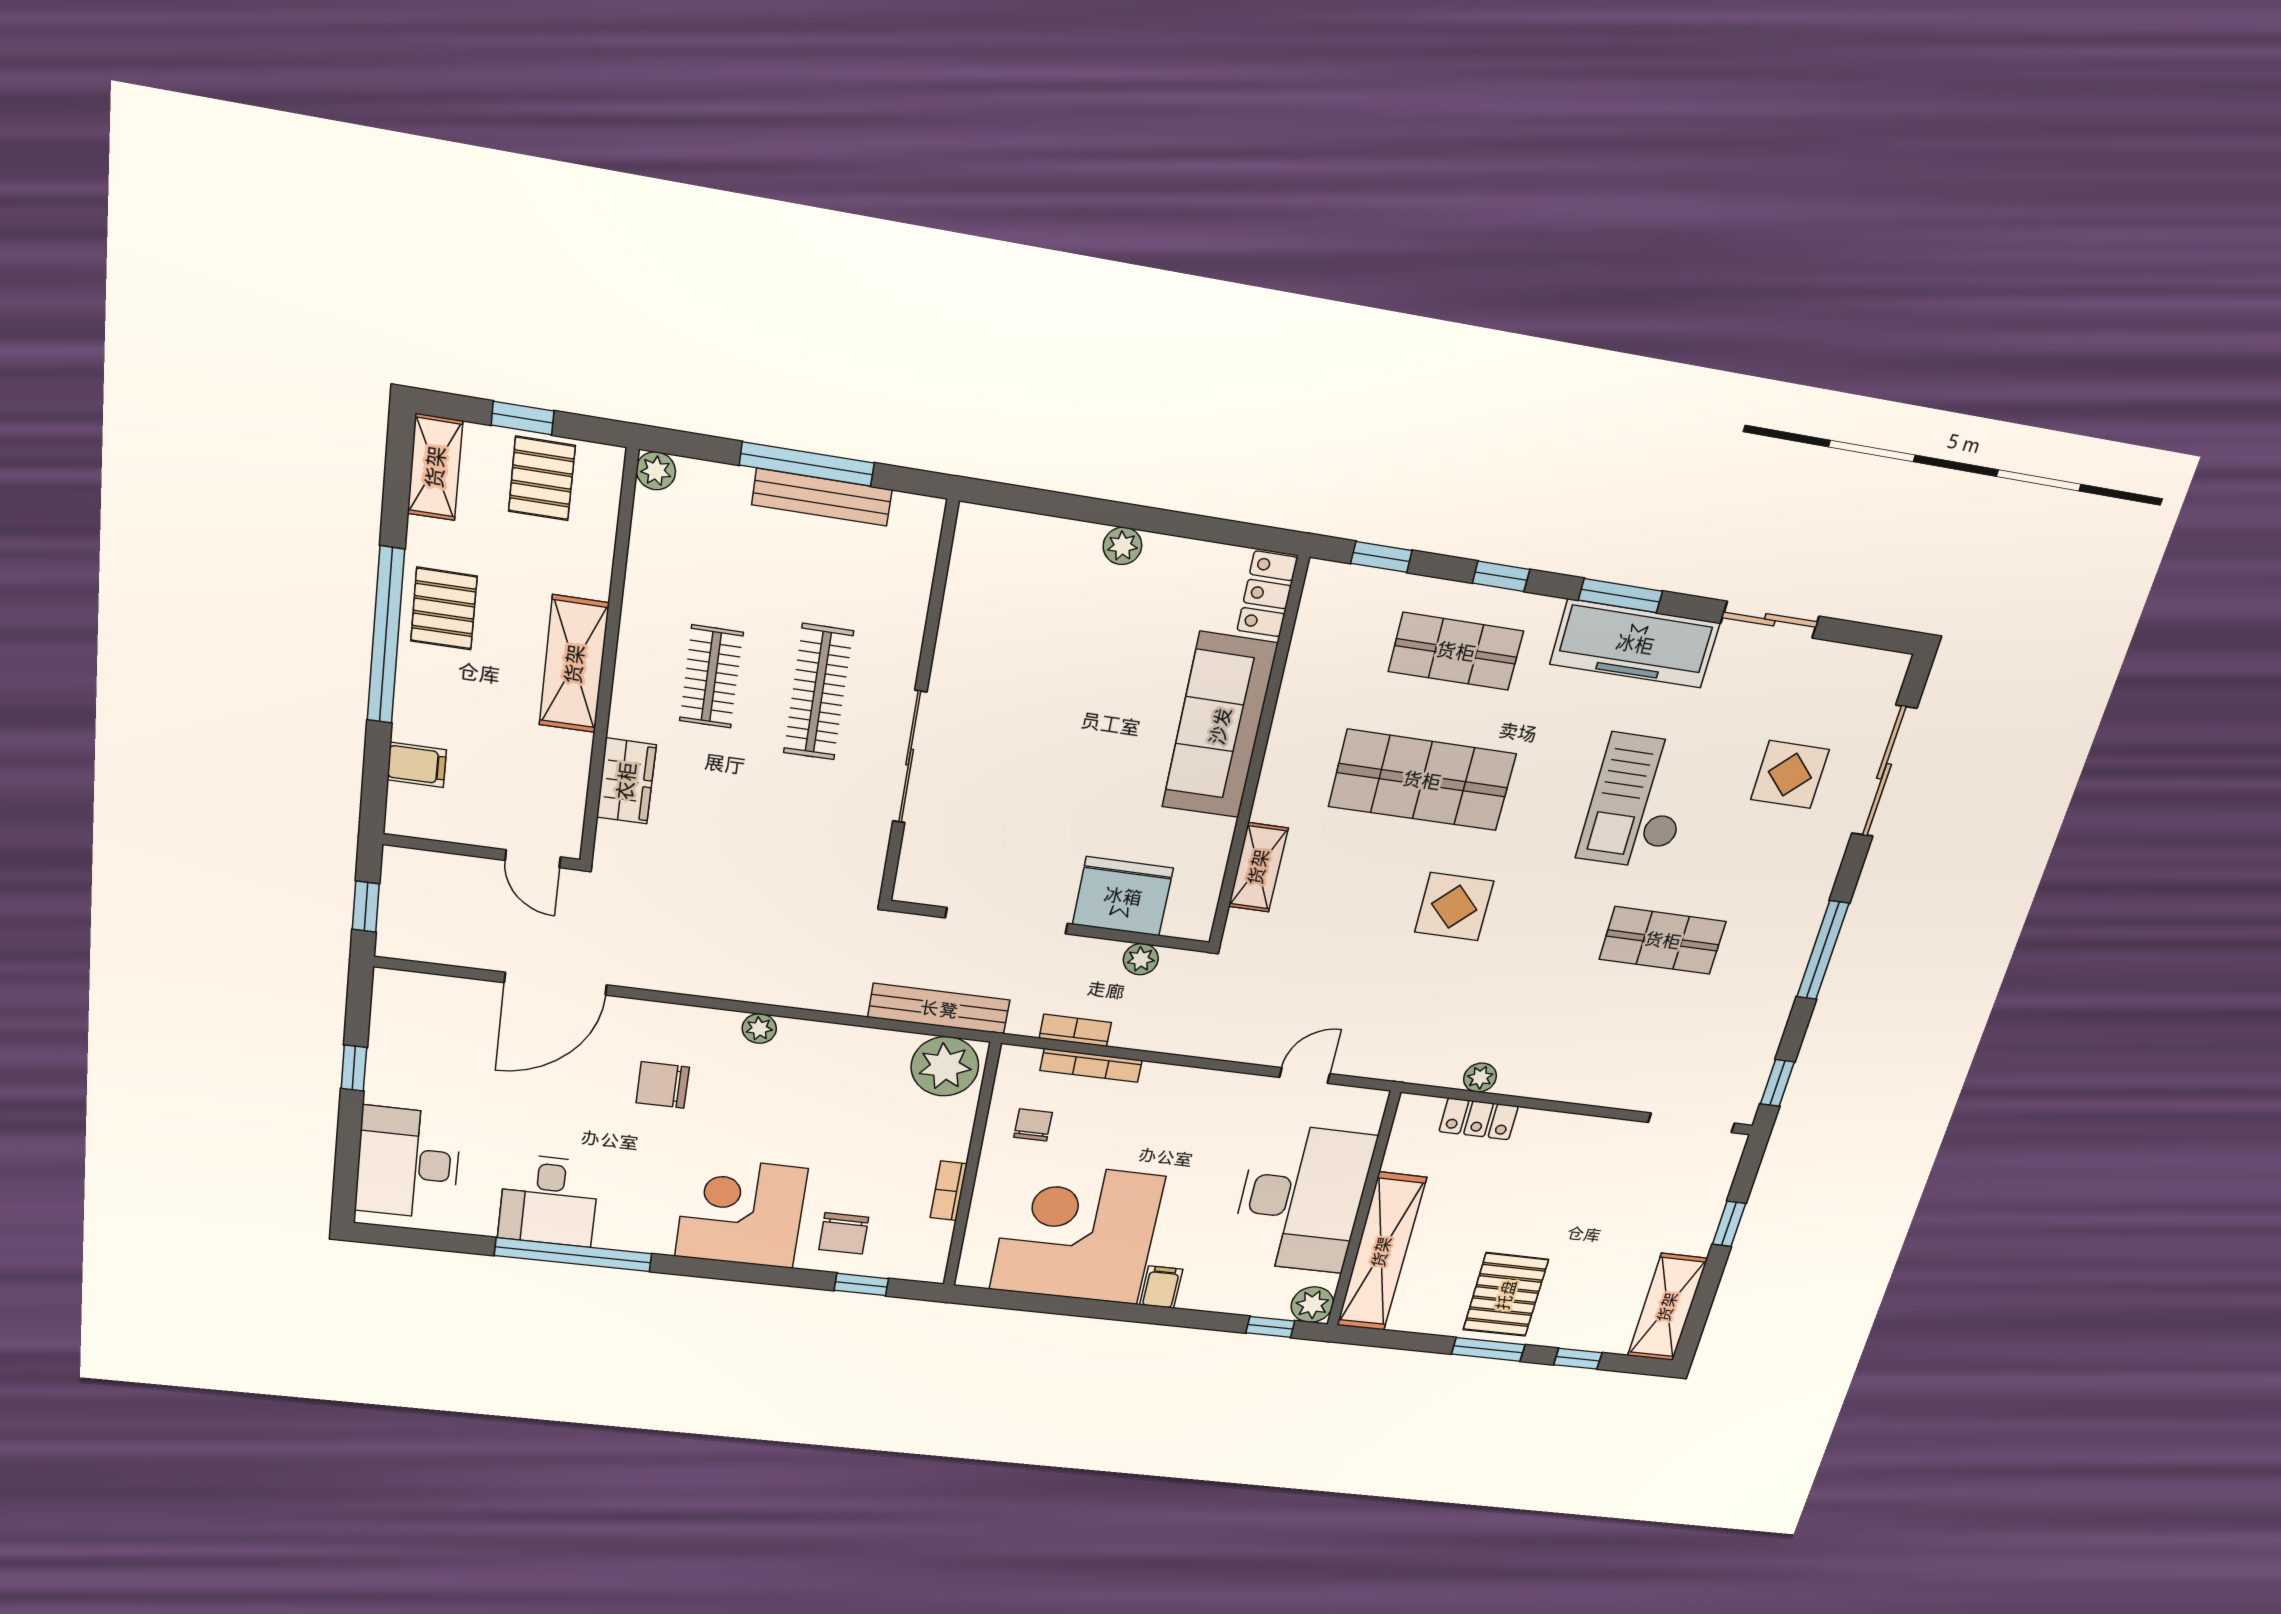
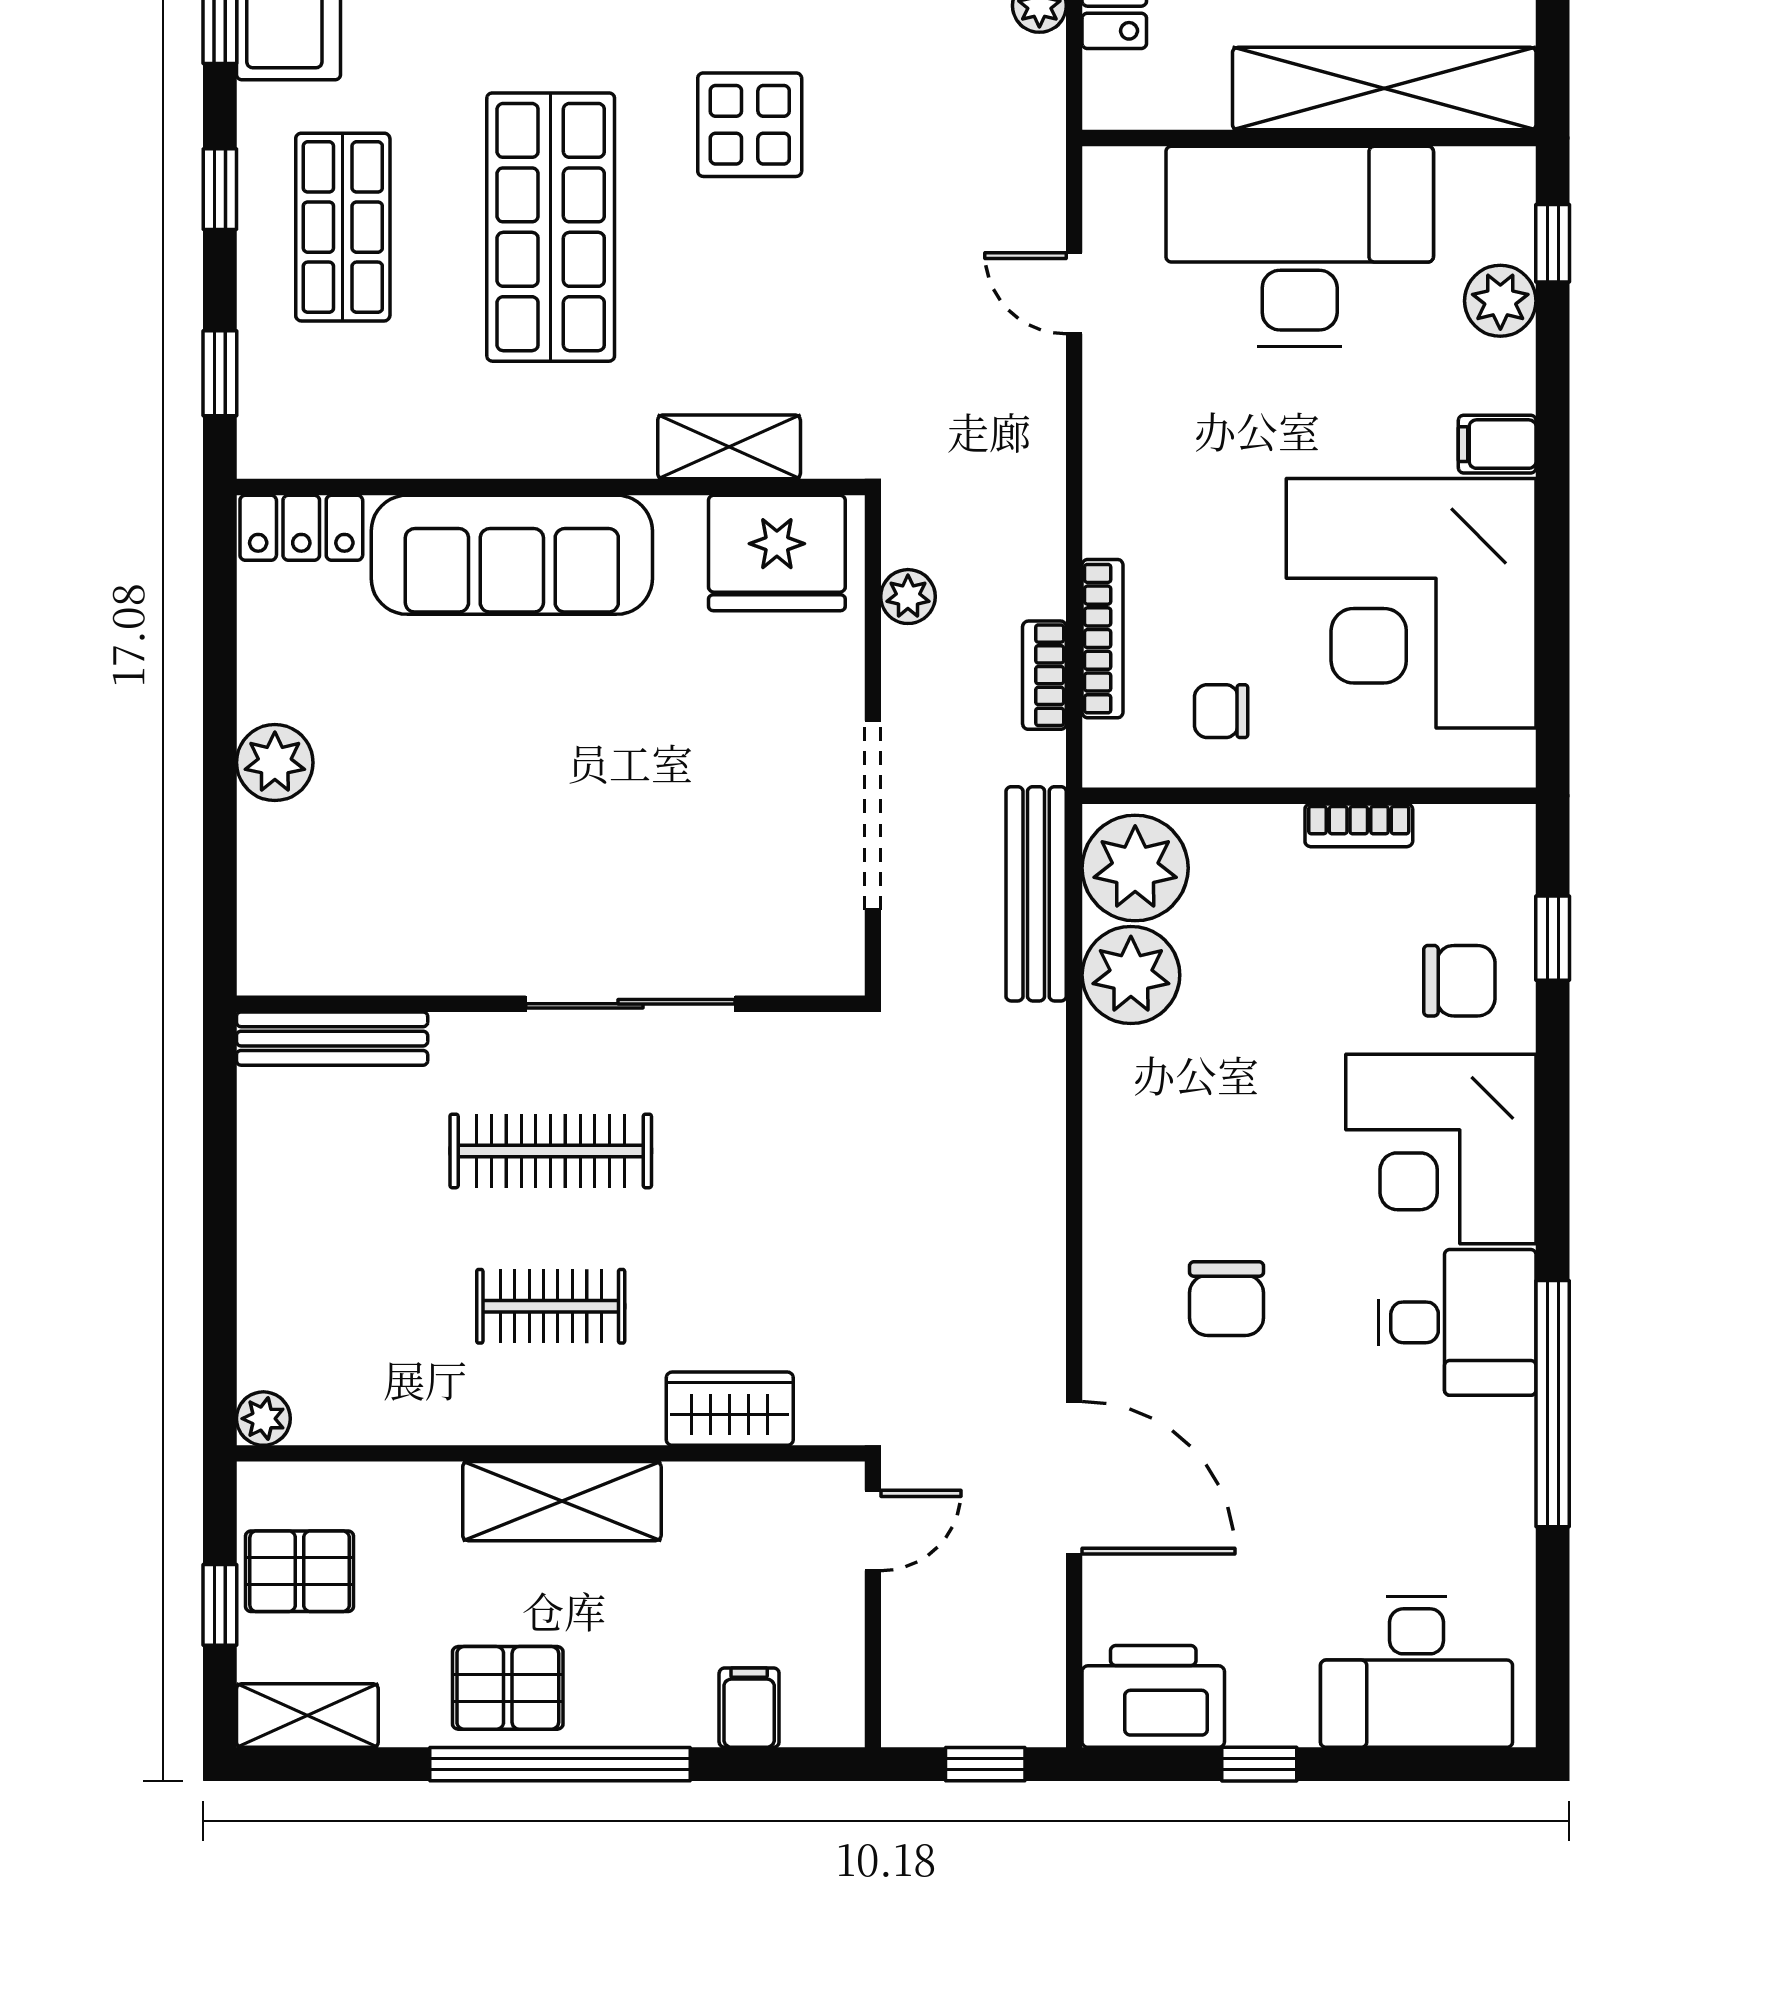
window: (807, 464) -> (220, 1214), removed
bench: (822, 497) -> (332, 1039), moved, turned 90
plant: (1122, 546) -> (275, 763), width x1.38, depth x1.38
fridge: (1123, 896) -> (777, 553), moved, turned -90
printer: (404, 1012) -> (1153, 1696), added
plant: (759, 1028) -> (1131, 975), moved, width x1.88, depth x1.88
desk: (549, 1201) -> (1457, 1322), moved
plant: (1312, 1305) -> (1500, 301), moved

